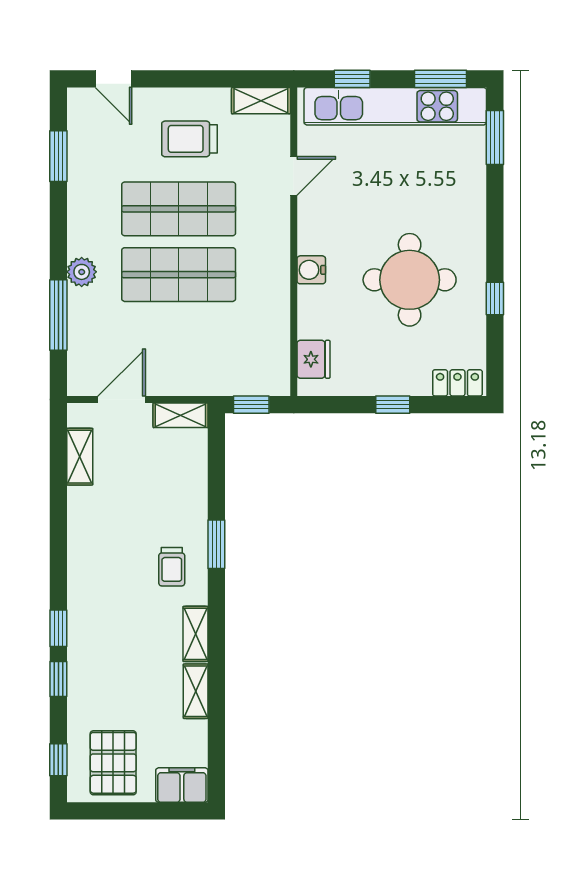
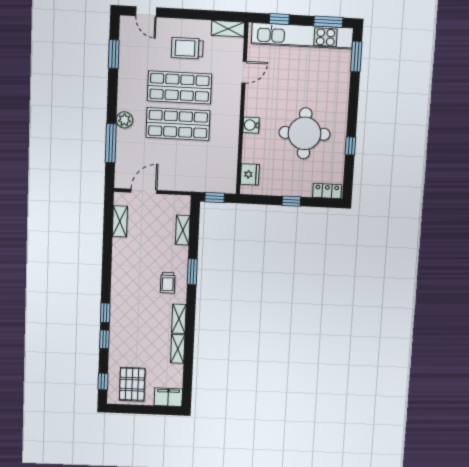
shelving: (180, 415) -> (183, 230), moved, turned 90

